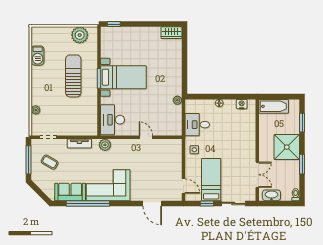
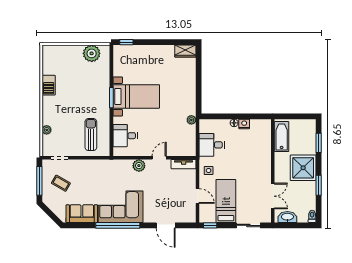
barbecue: (38, 56) -> (49, 85), moved
sun lounger: (73, 76) -> (91, 135), moved, width x0.73, depth x0.75
nightstand: (242, 104) -> (244, 124), moved
bathtub: (274, 106) -> (282, 137), moved, turned -90
desk: (113, 120) -> (125, 136), width x0.73
door: (146, 137) -> (159, 158), hinge flipped
tv unit: (79, 143) -> (184, 164), moved
plant: (105, 145) -> (139, 166), moved
door: (183, 186) -> (198, 196), moved
window: (88, 203) -> (118, 225), moved
window: (207, 203) -> (210, 225), moved

